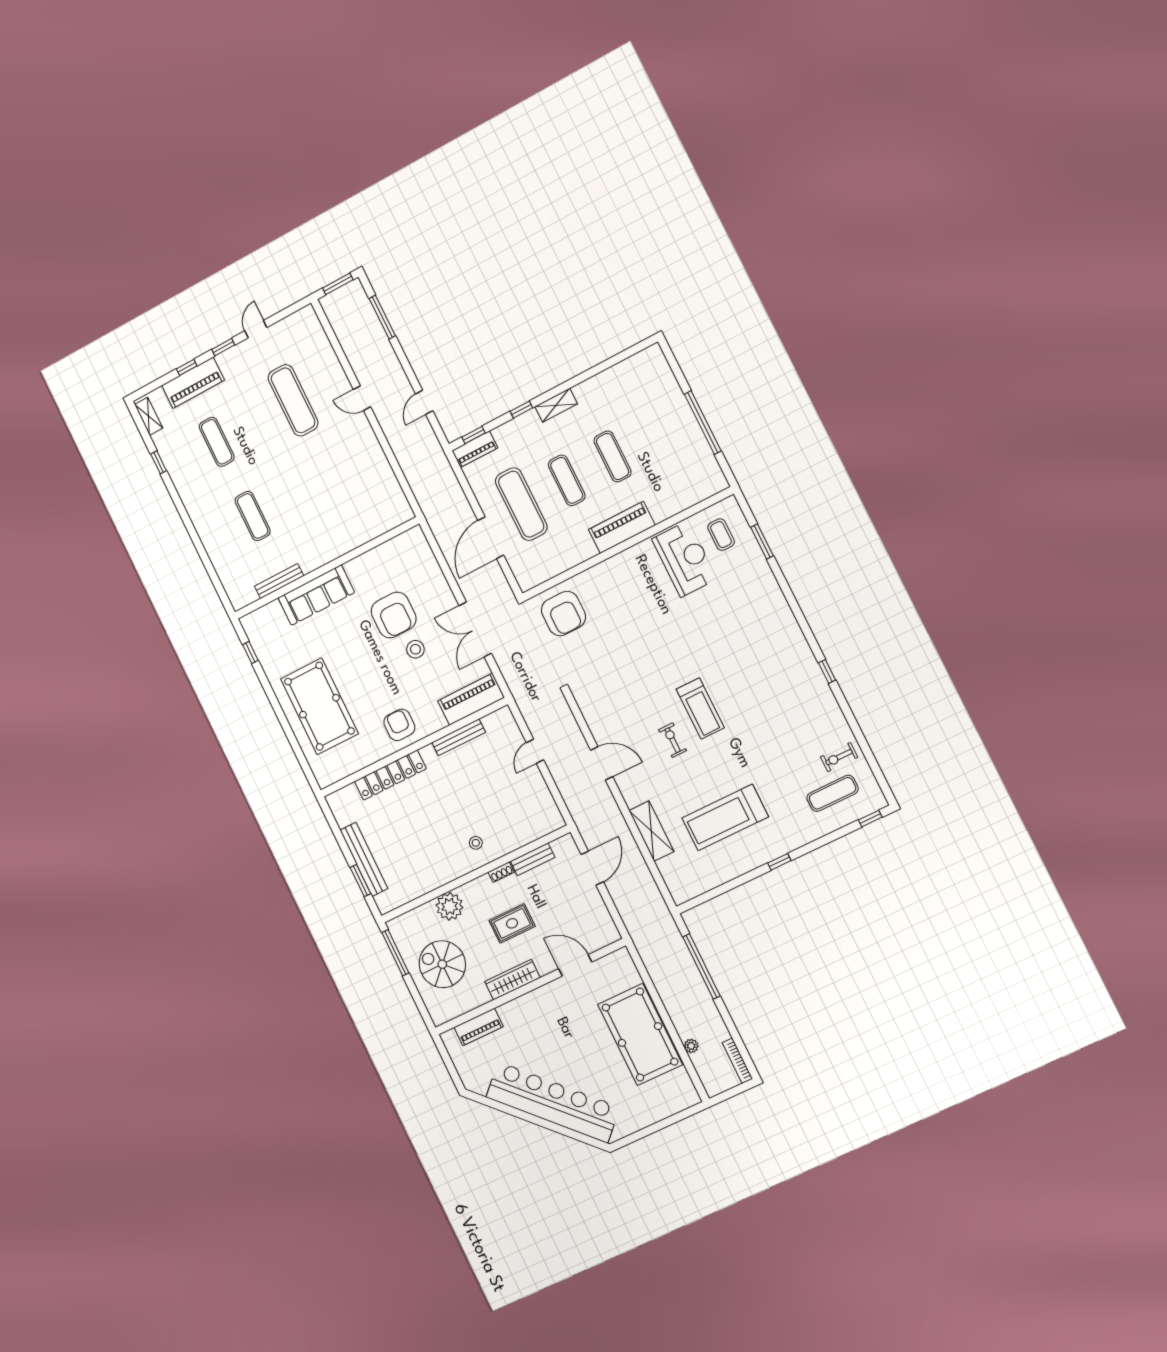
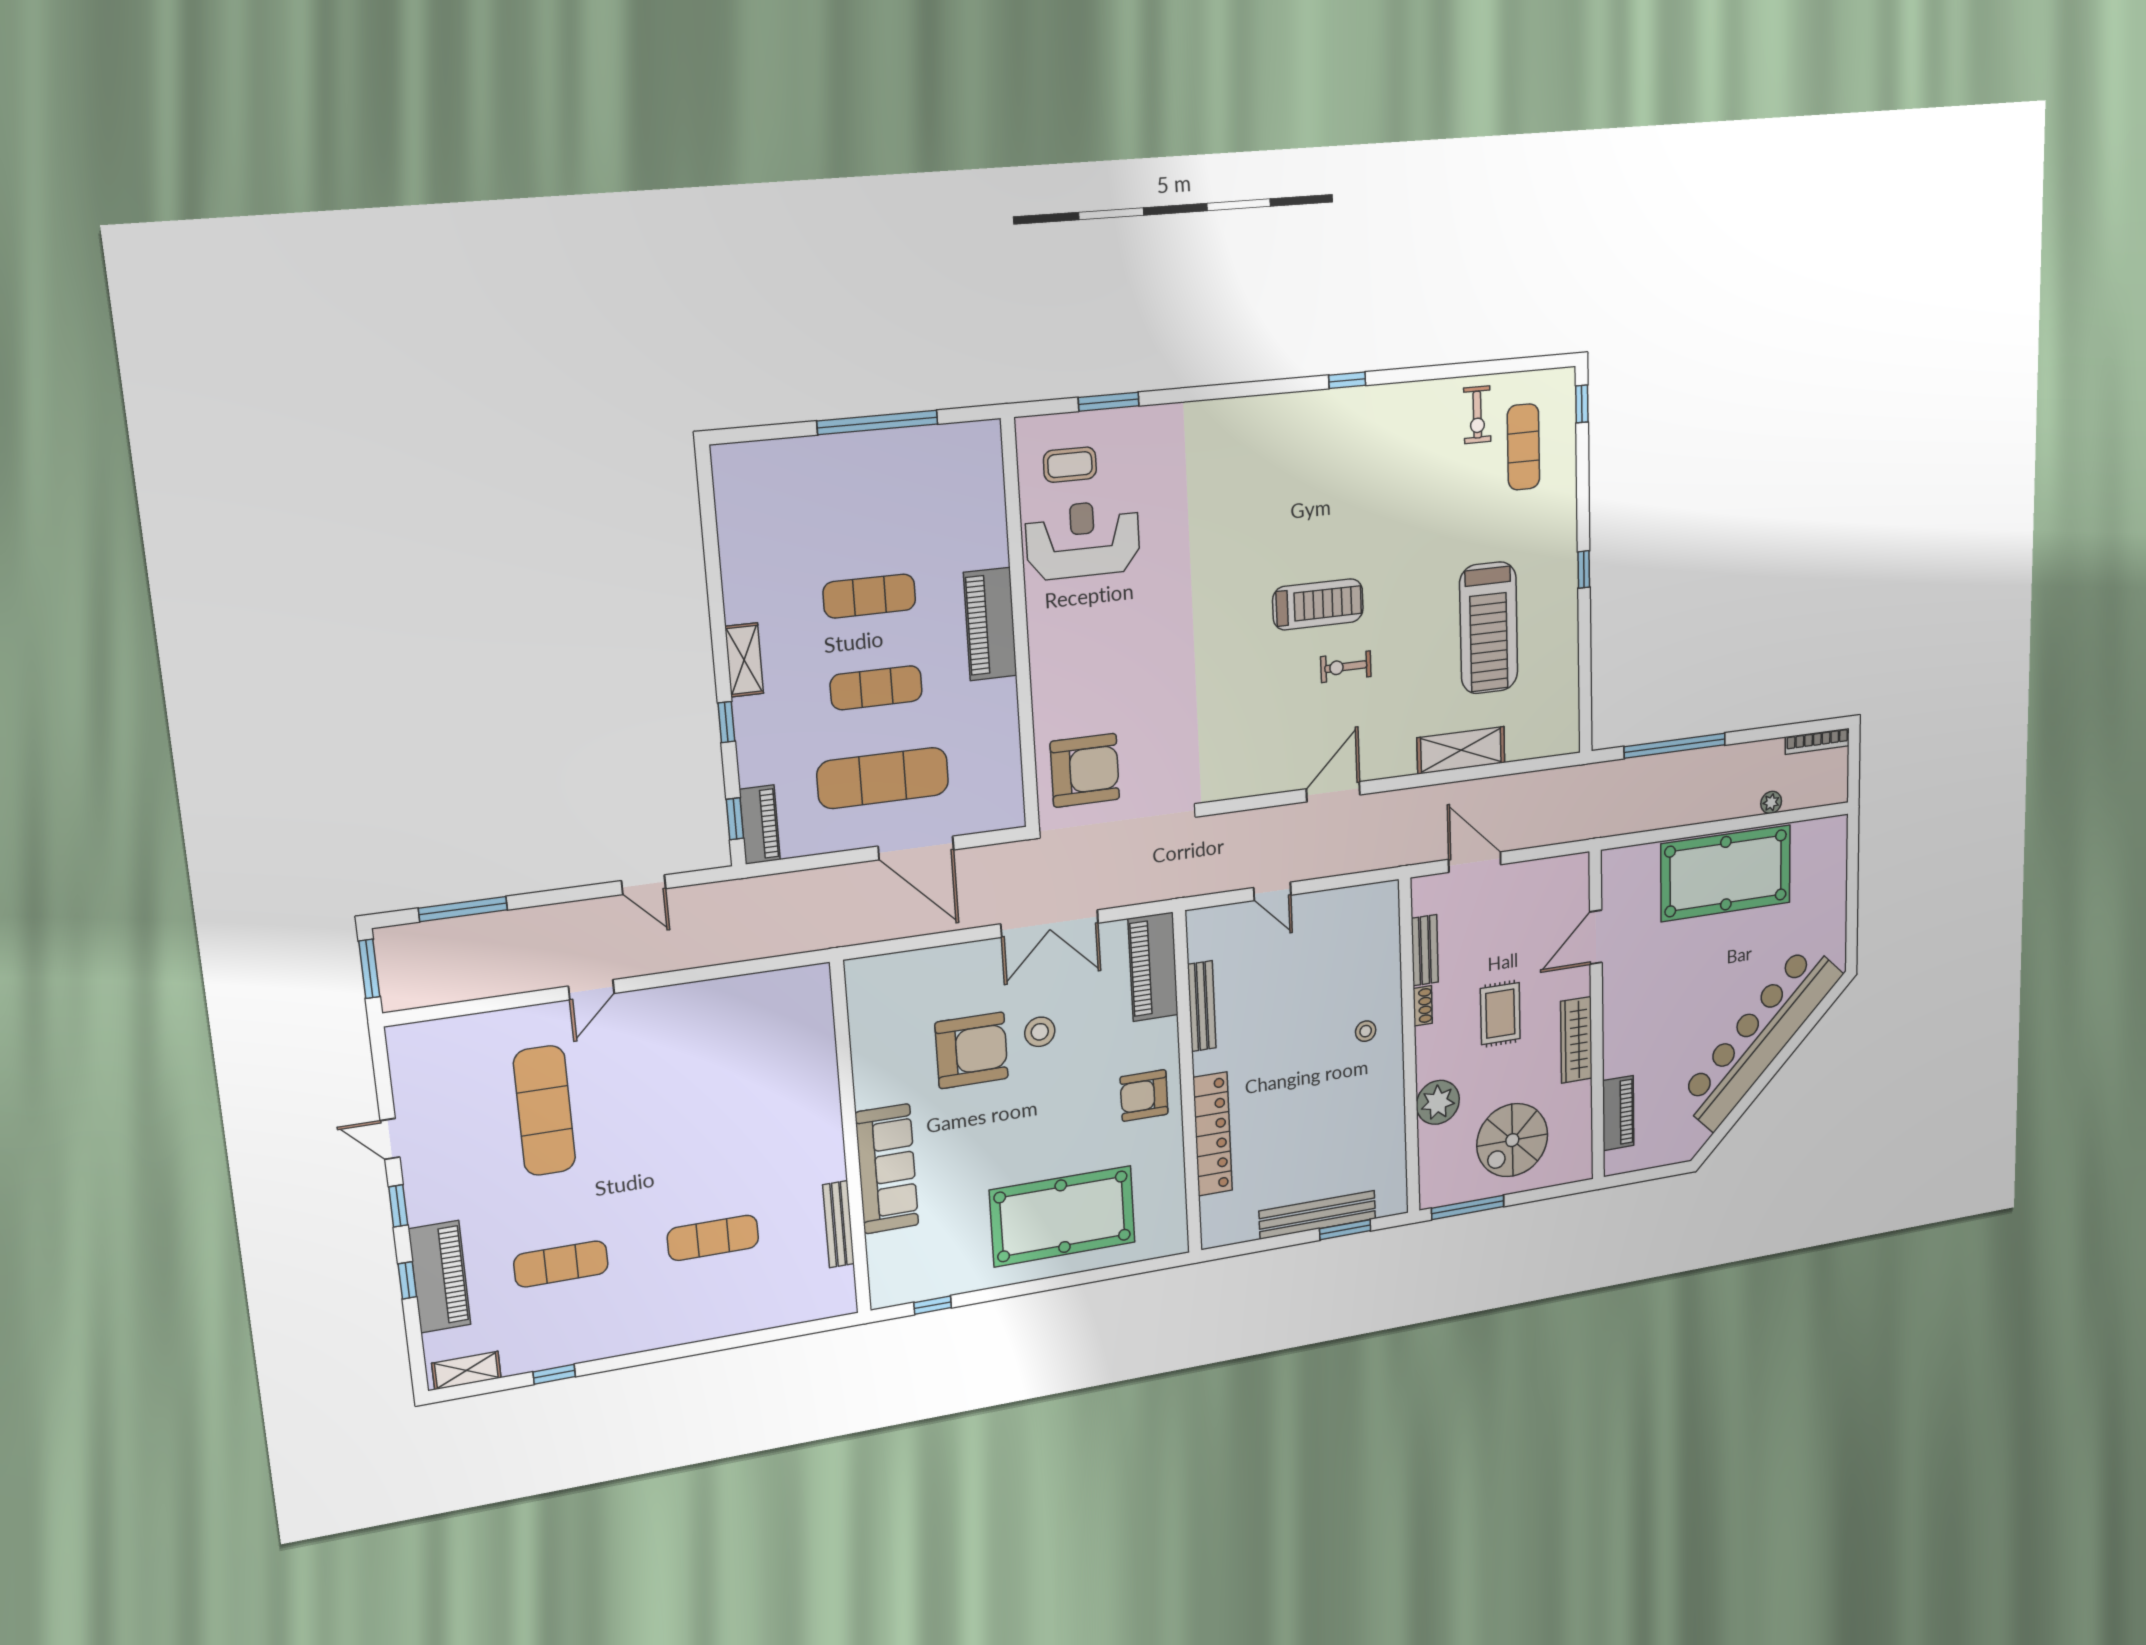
exercise mat: (293, 400) -> (544, 1111), turned 90

